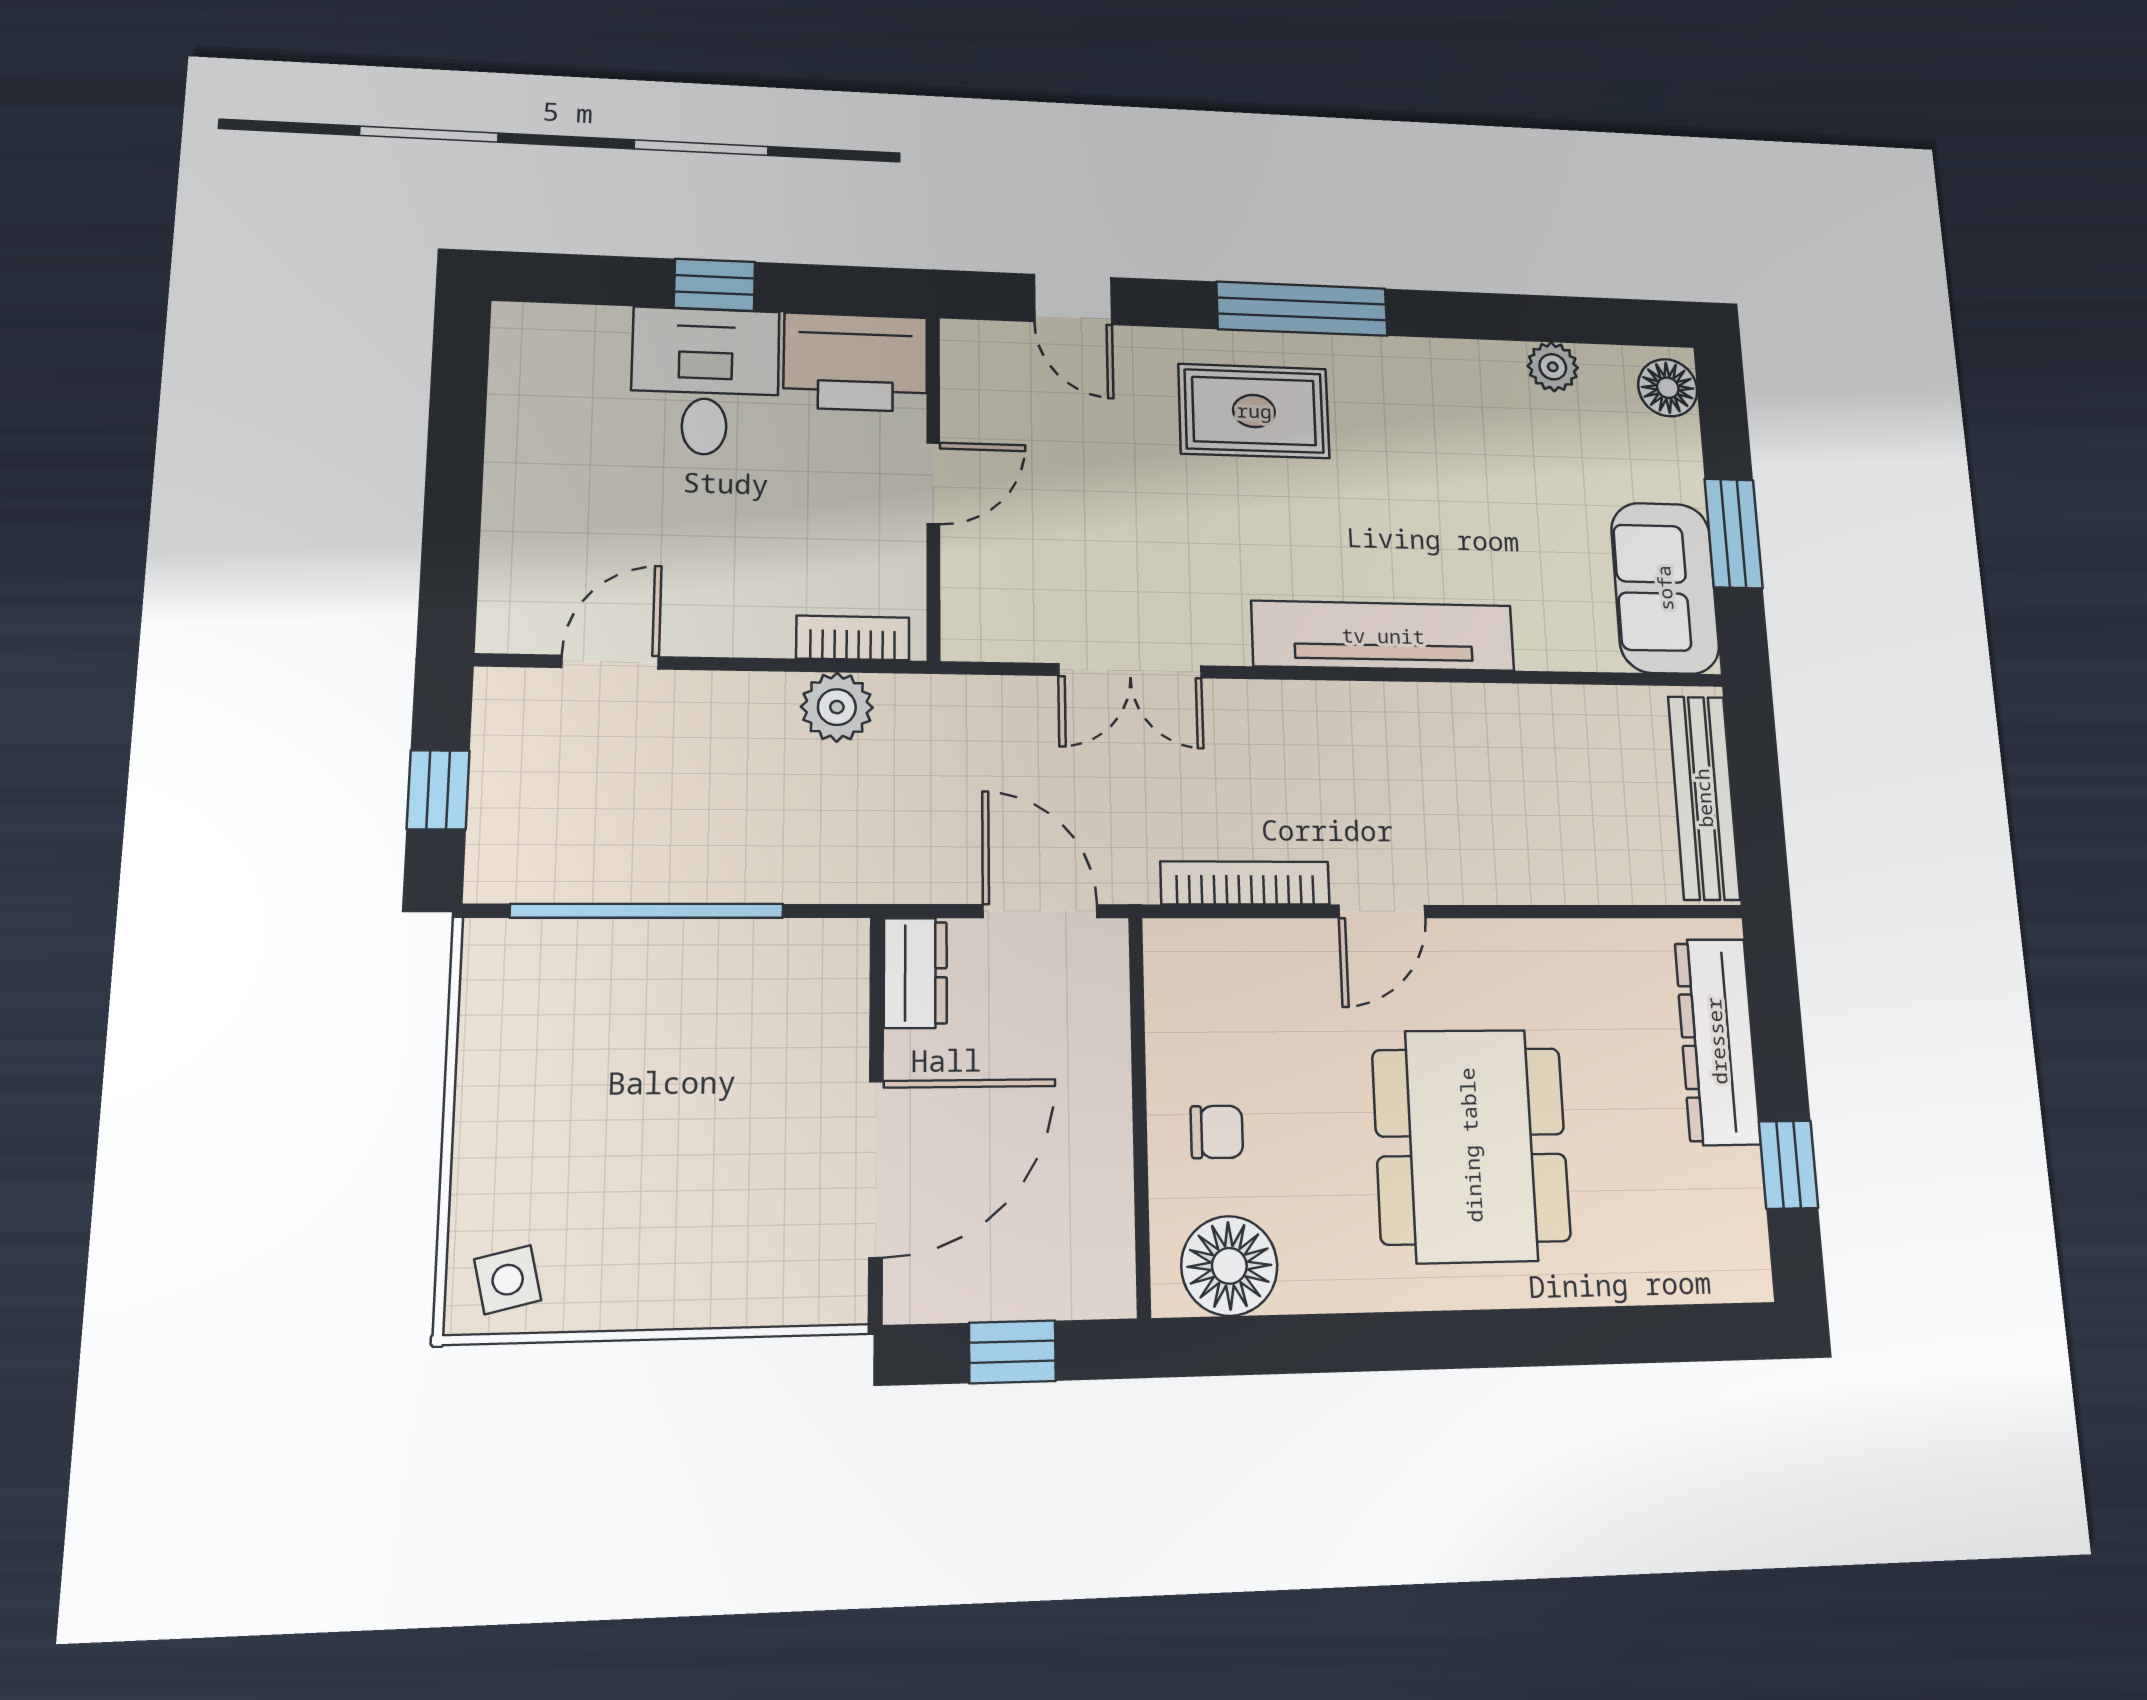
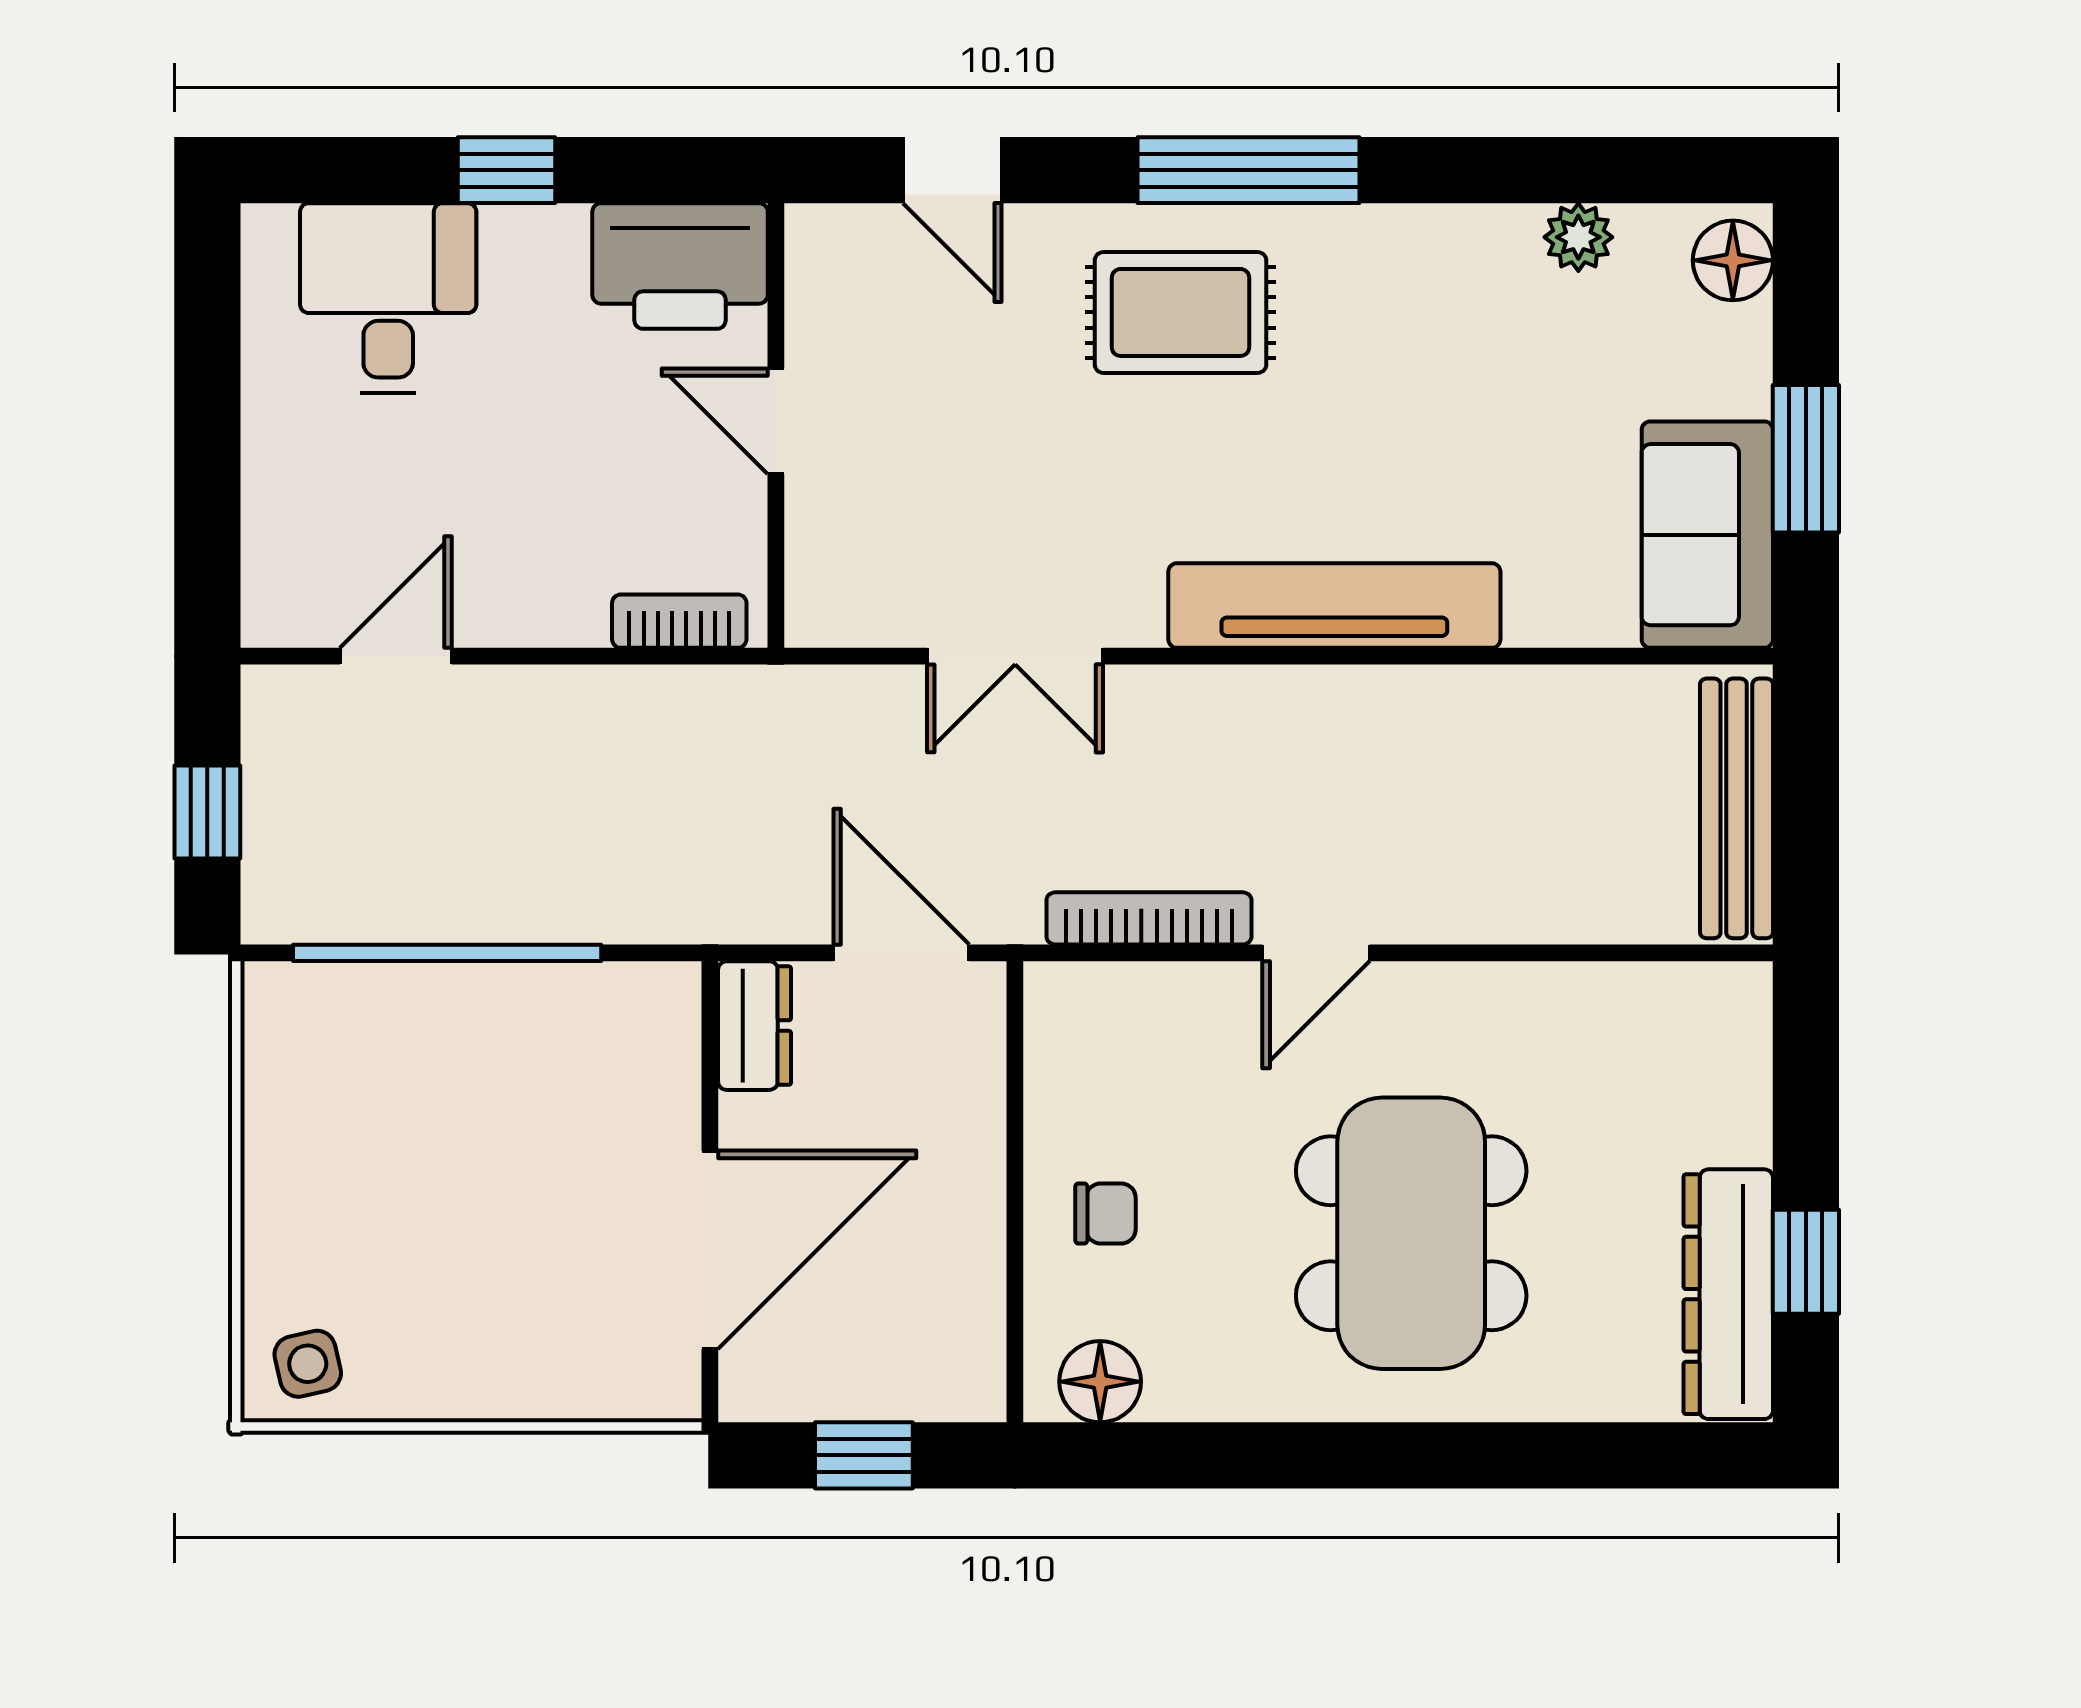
desk: (705, 381) -> (388, 298), moved
door: (933, 483) -> (776, 421), swing flipped
plant: (837, 707) -> (661, 707), removed
dresser: (1717, 1041) -> (1728, 1294), moved
floor lamp: (1229, 1266) -> (1100, 1382), width x0.73, depth x0.73

